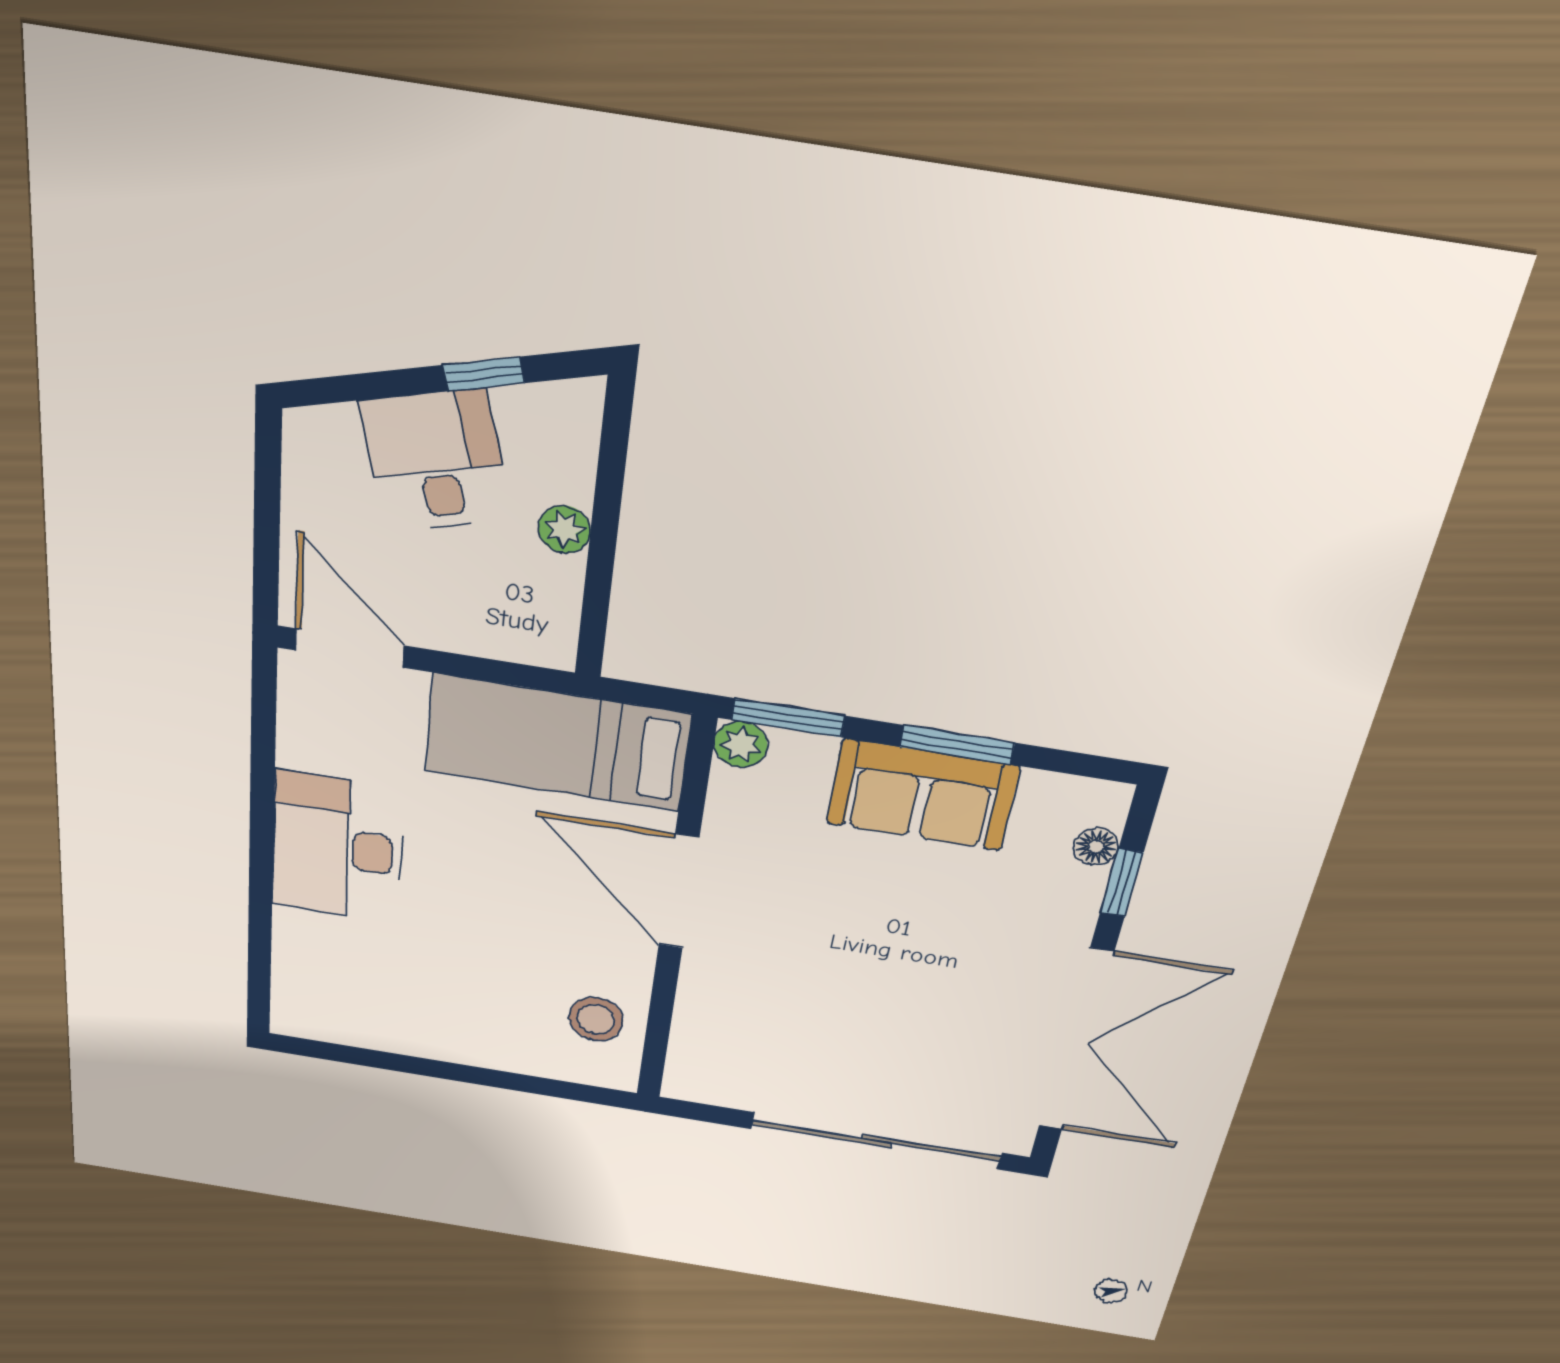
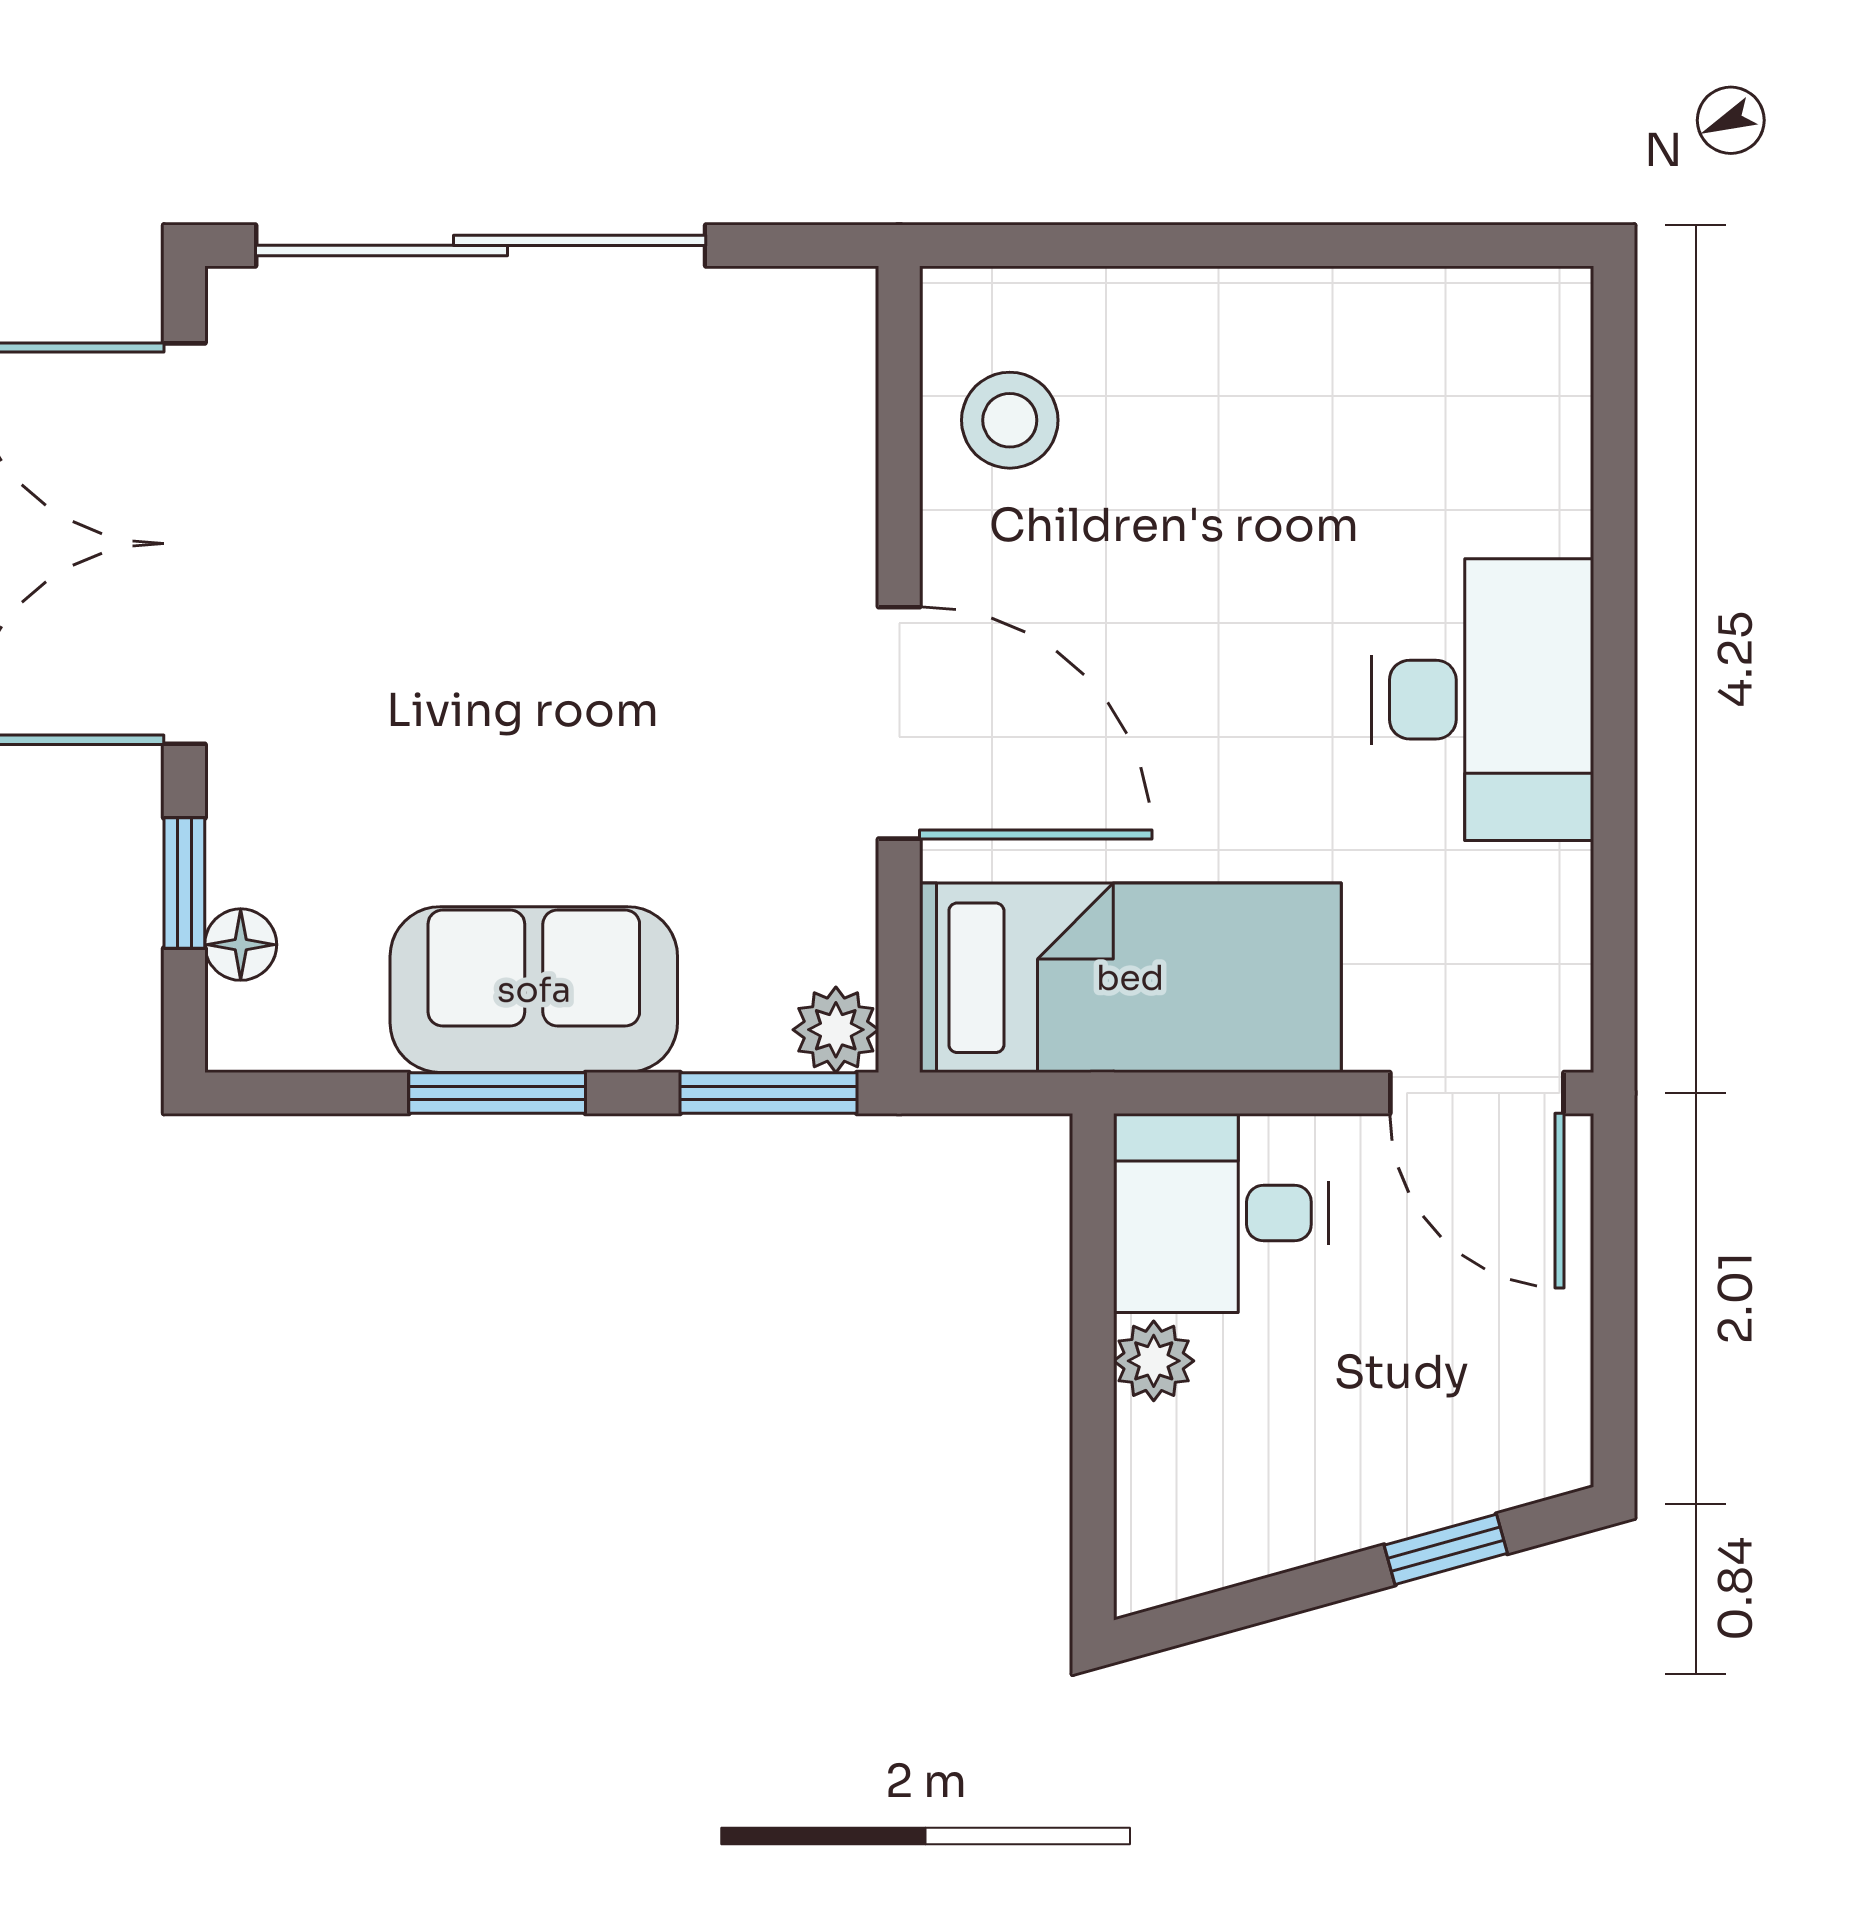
window: (484, 374) -> (1446, 1549), moved
desk: (436, 461) -> (1221, 1213), moved, turned 106

